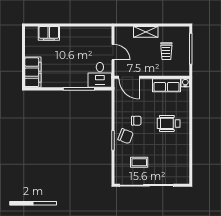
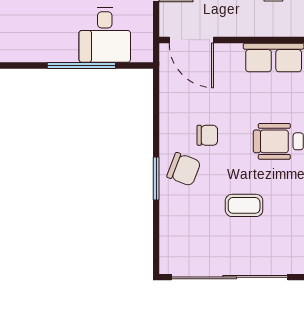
desk: (100, 75) -> (105, 35), moved
coffee table: (139, 162) -> (244, 205), moved

